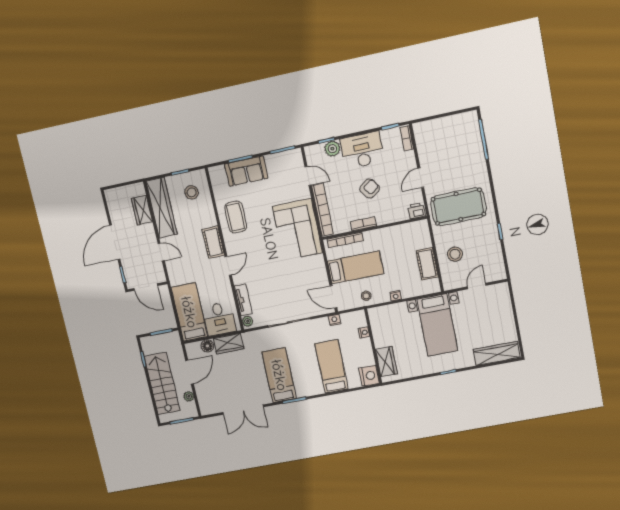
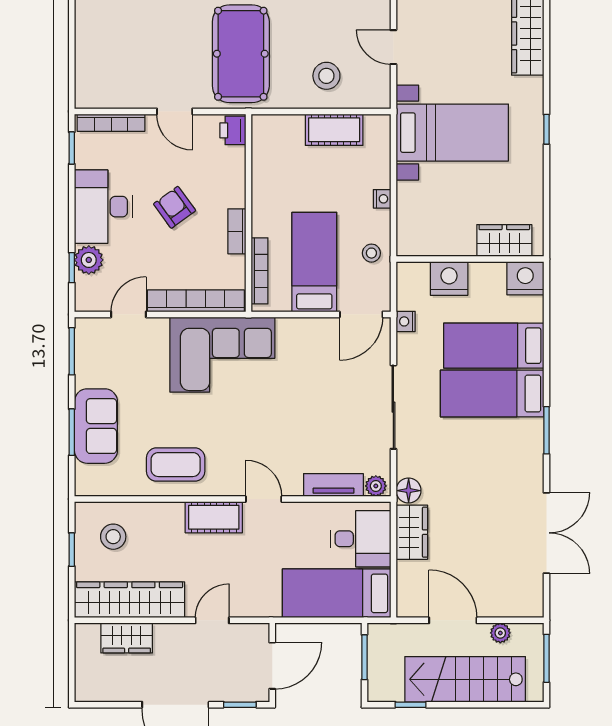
bookcase: (407, 138) -> (111, 123), width x1.56
nightstand: (364, 332) -> (449, 278), width x1.89, depth x1.79
floor lamp: (207, 346) -> (409, 491), moved
bed: (279, 375) -> (492, 394), moved

